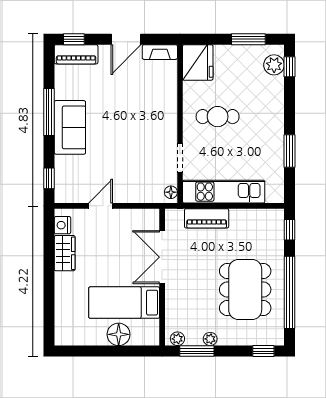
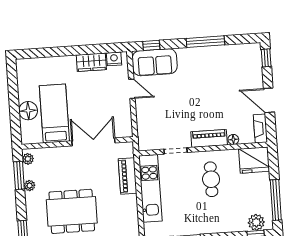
window: (248, 39) -> (276, 200), width x1.44
piano: (76, 54) -> (209, 138), moved, turned 90
sofa: (70, 127) -> (155, 62), moved
floor lamp: (171, 192) -> (233, 139), moved

